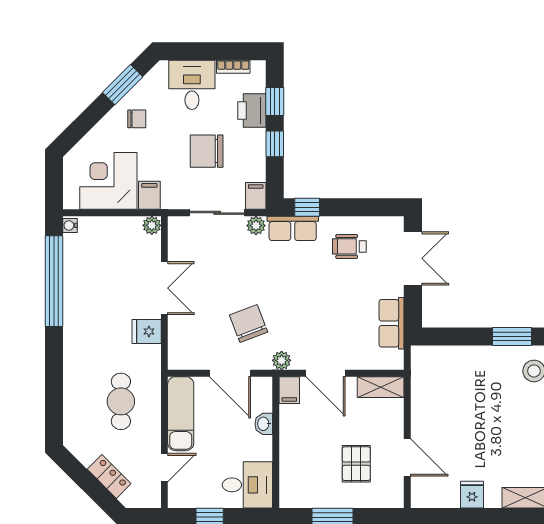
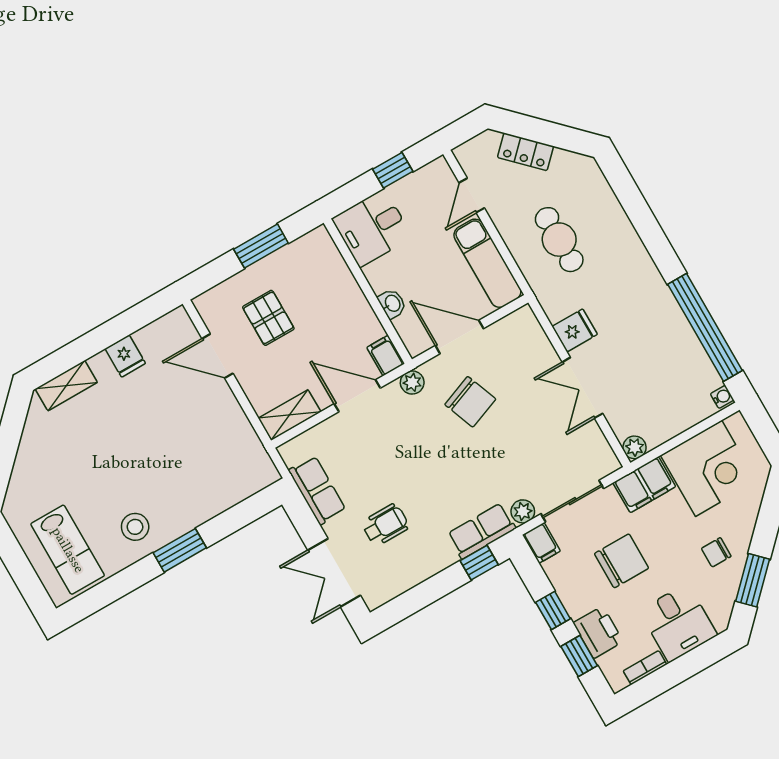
filing cabinet: (149, 195) -> (644, 485), width x2.00
wheelchair: (349, 246) -> (385, 525), moved

